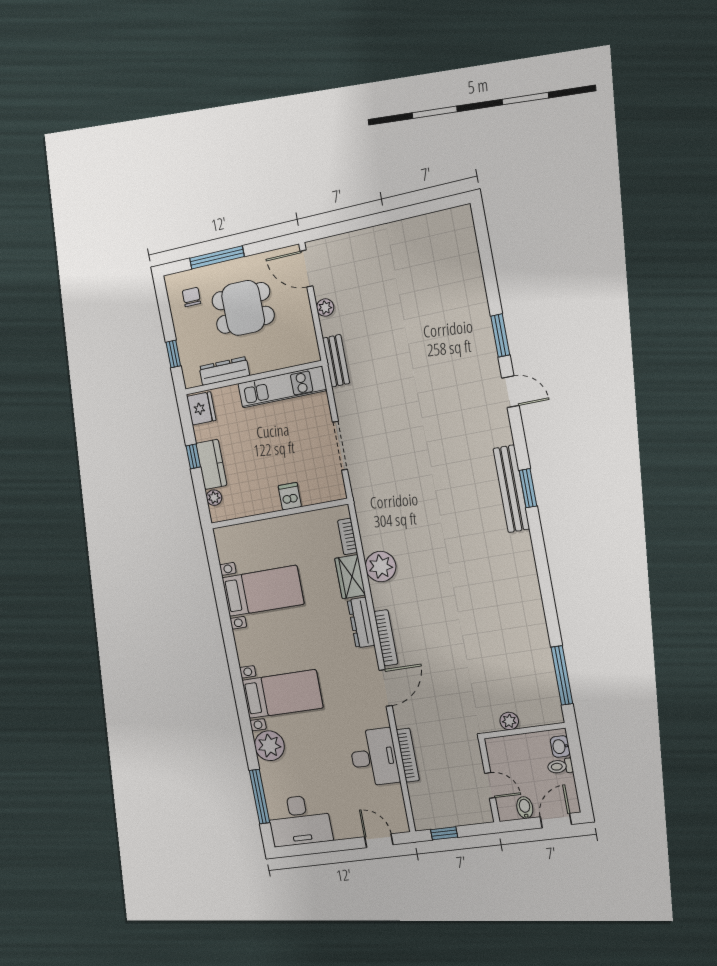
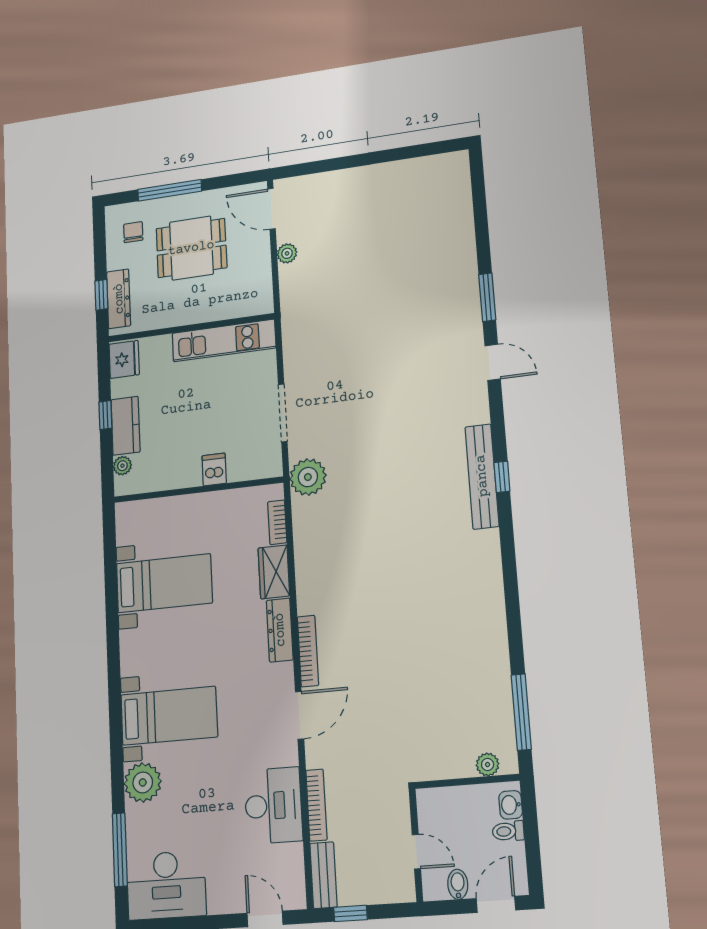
bench: (336, 361) -> (323, 875), moved
dresser: (224, 371) -> (119, 299), moved, turned 90
window: (528, 488) -> (502, 477), width x0.67
plant: (381, 567) -> (308, 477), moved
plant: (509, 721) -> (488, 764), moved

